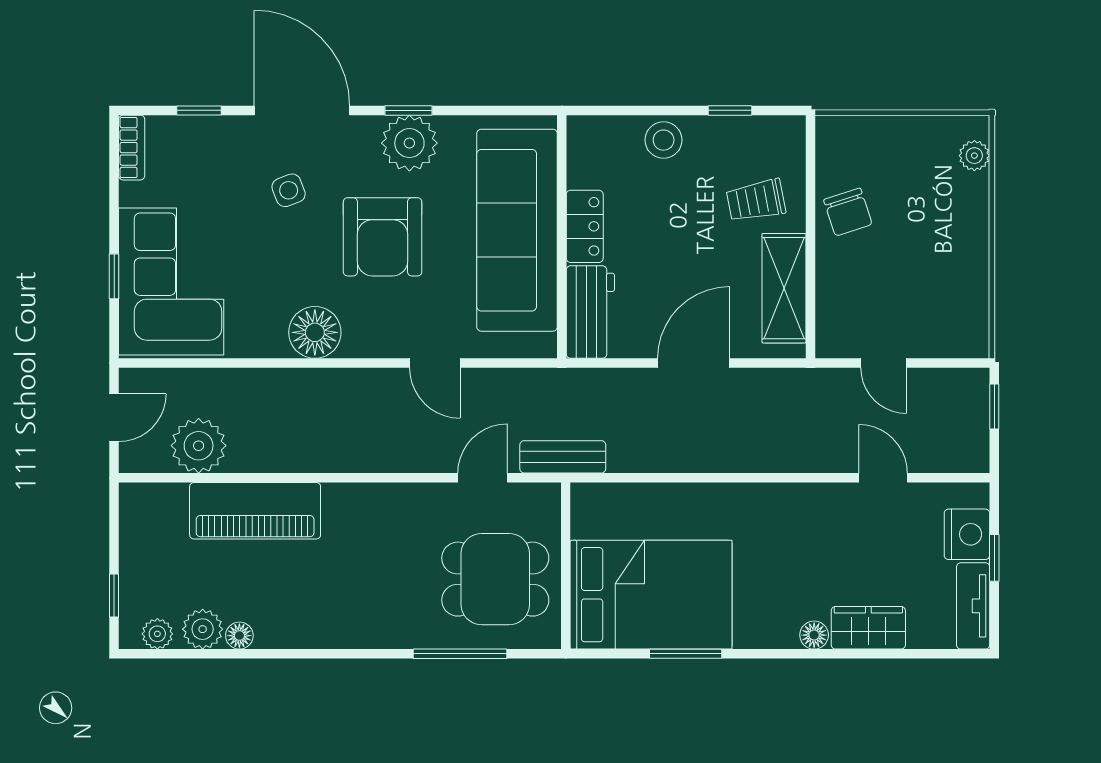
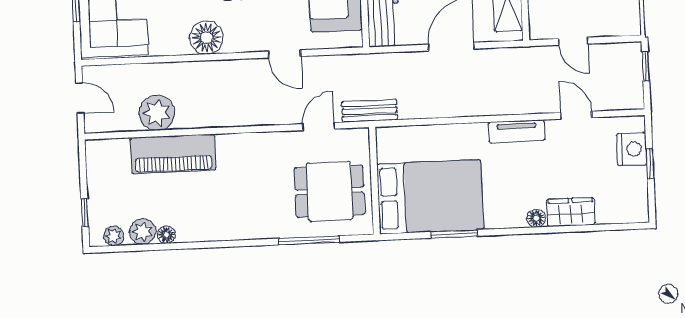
door: (114, 418) -> (80, 98), hinge flipped
plant: (199, 446) -> (157, 113), moved
tv unit: (973, 606) -> (517, 131), moved, turned -90

